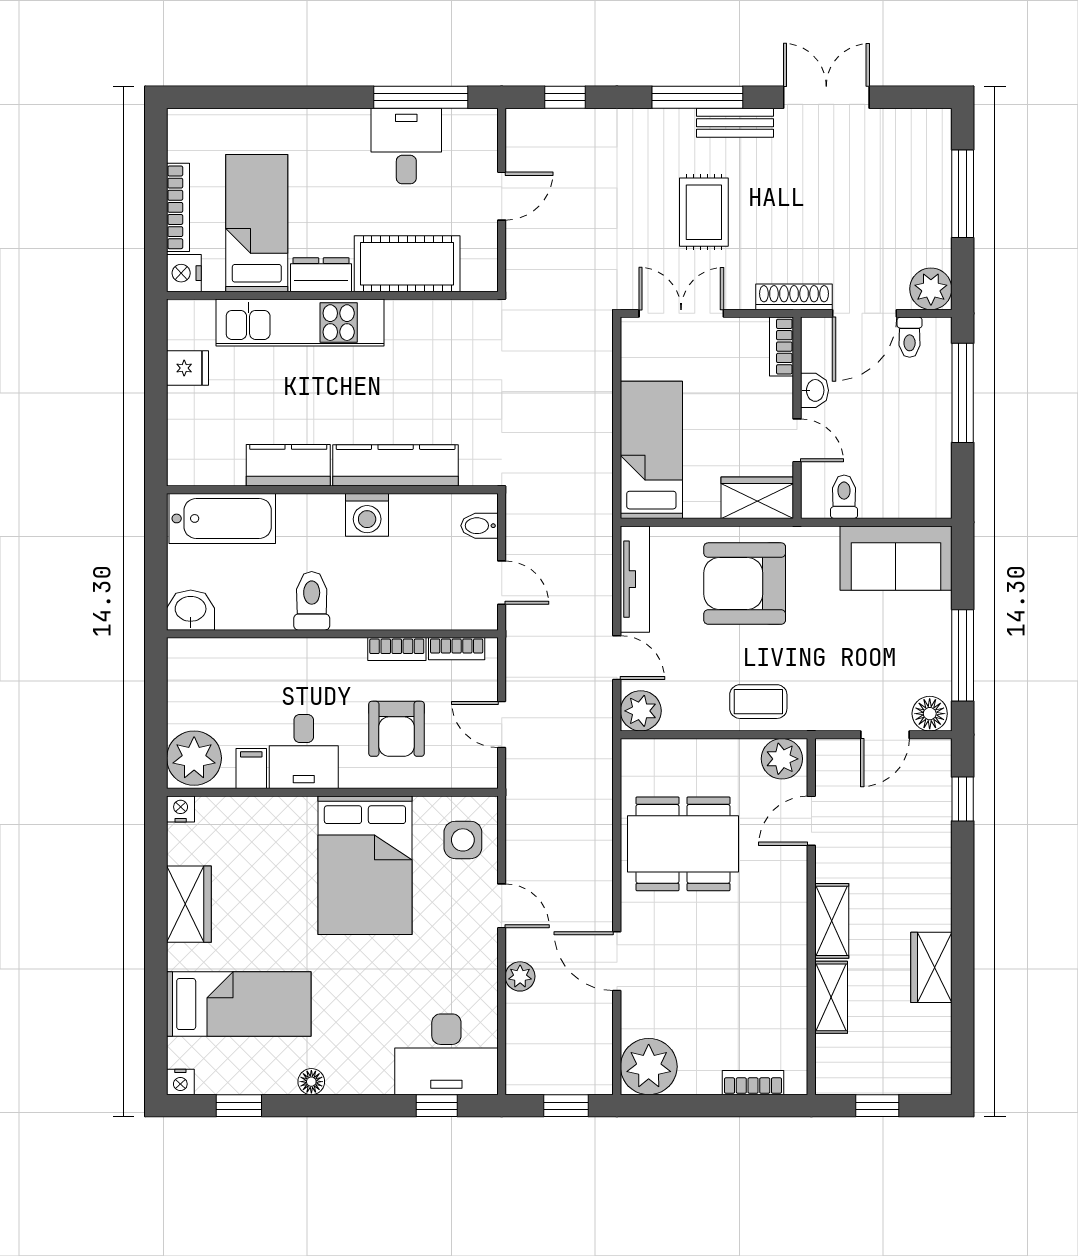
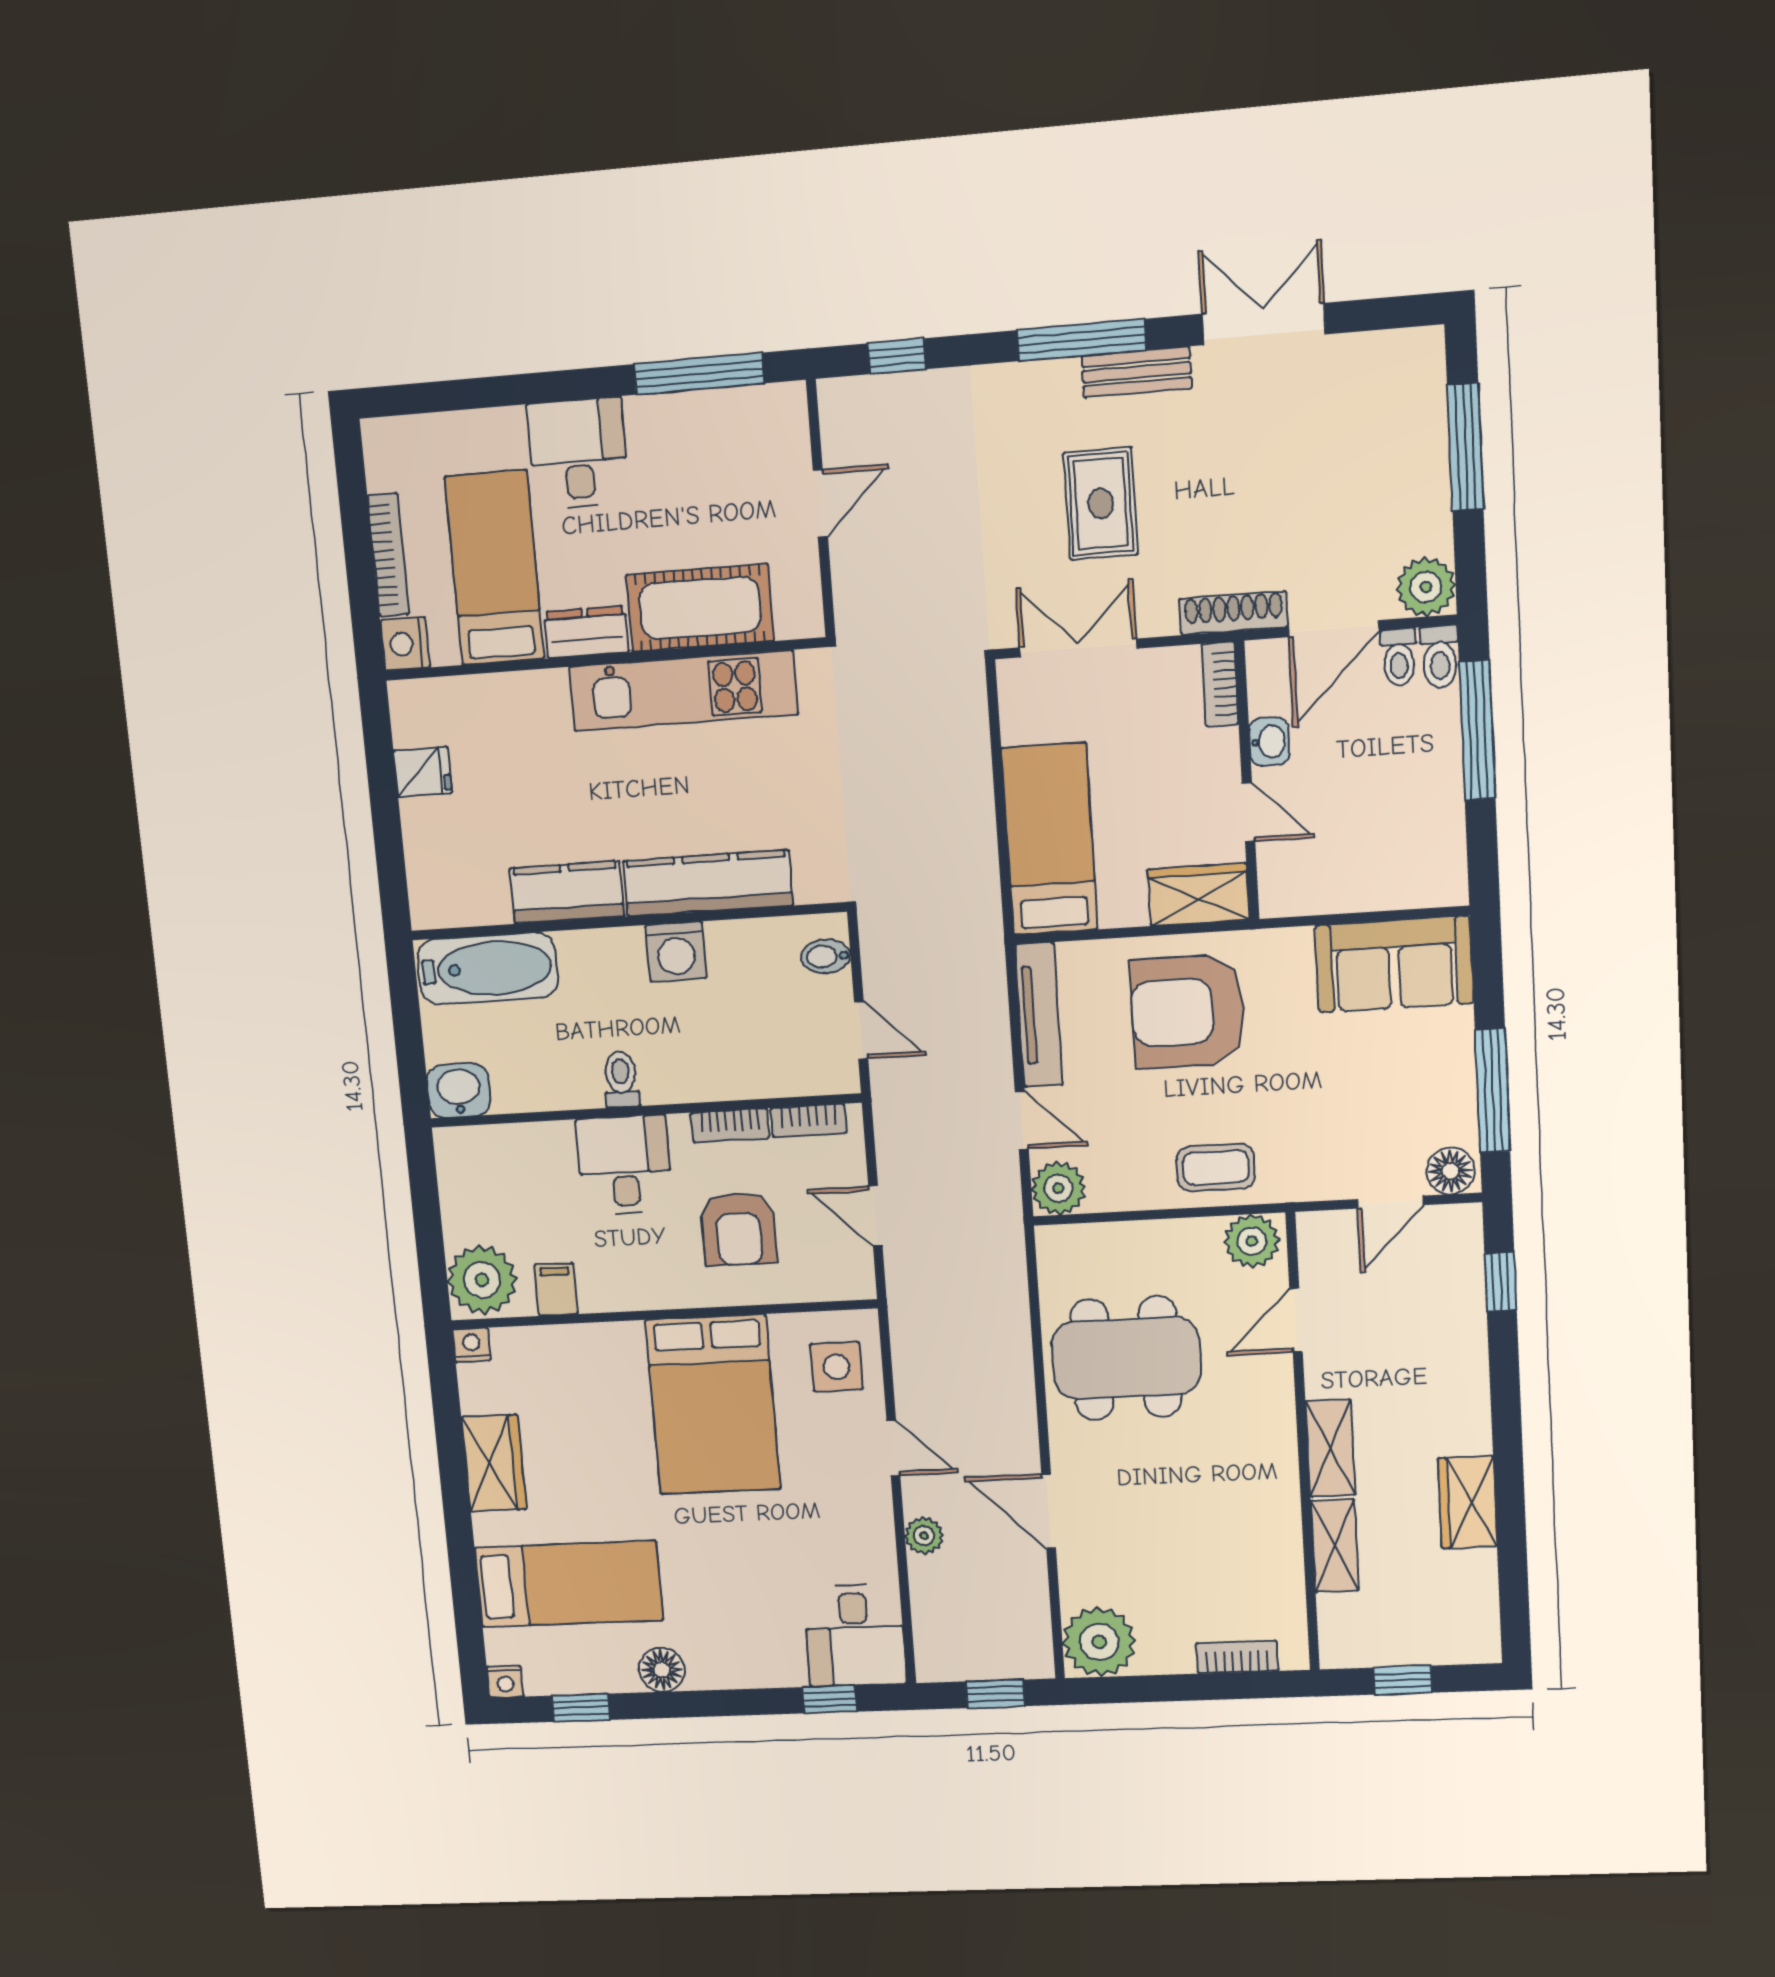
desk: (406, 146) -> (578, 453), moved
kitchen unit: (300, 323) -> (683, 691), moved
toilet: (844, 497) -> (1440, 657), moved, turned 180
toilet: (312, 601) -> (621, 1079), width x0.73, depth x0.72
desk: (304, 752) -> (625, 1165), moved, turned 180
desk: (446, 1054) -> (855, 1635), width x0.73
floor lamp: (311, 1082) -> (662, 1670), width x1.37, depth x1.37

